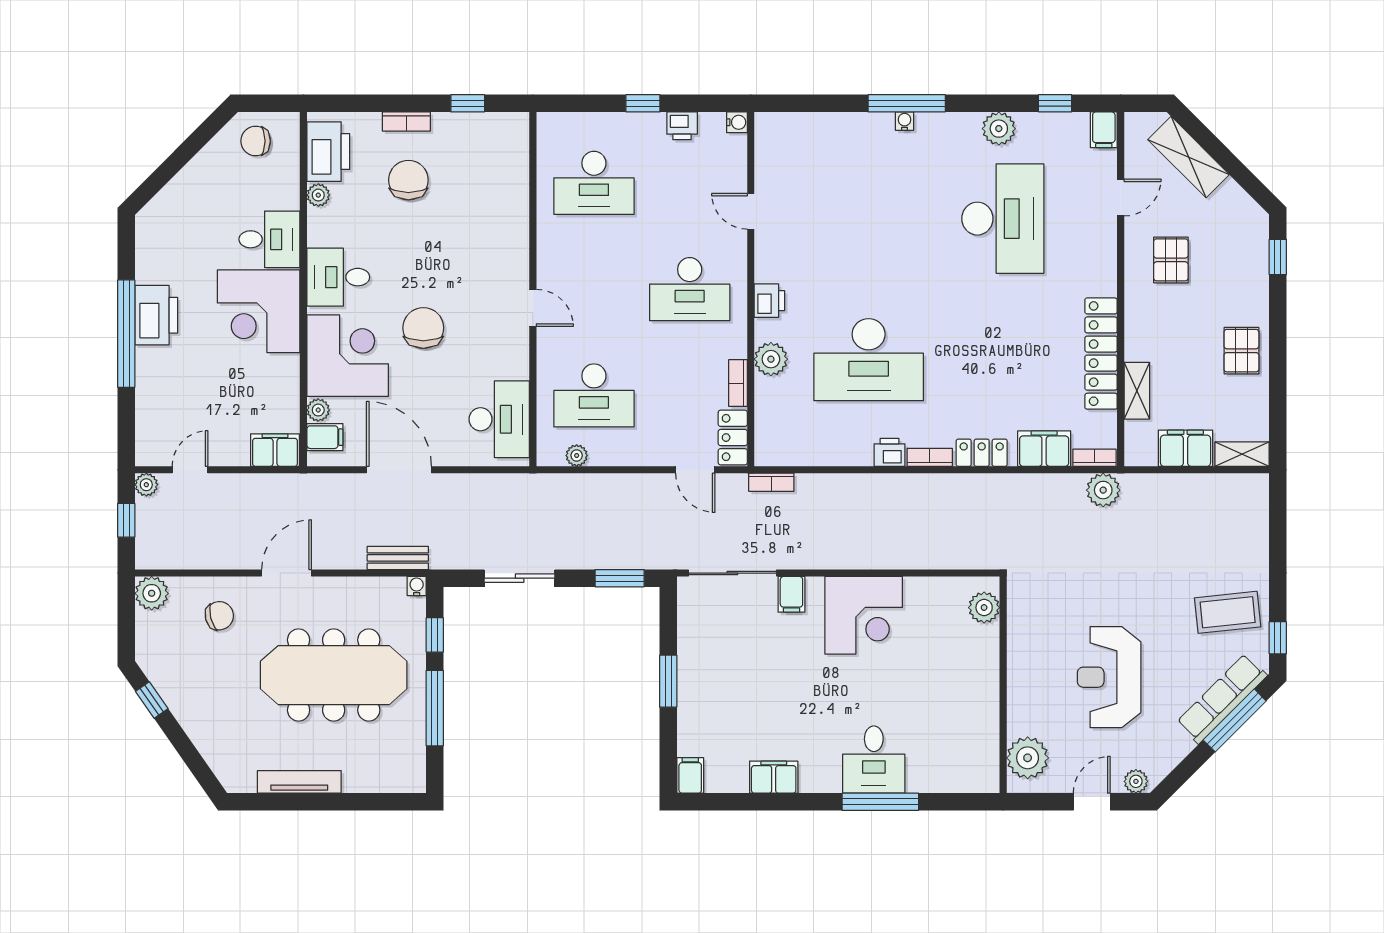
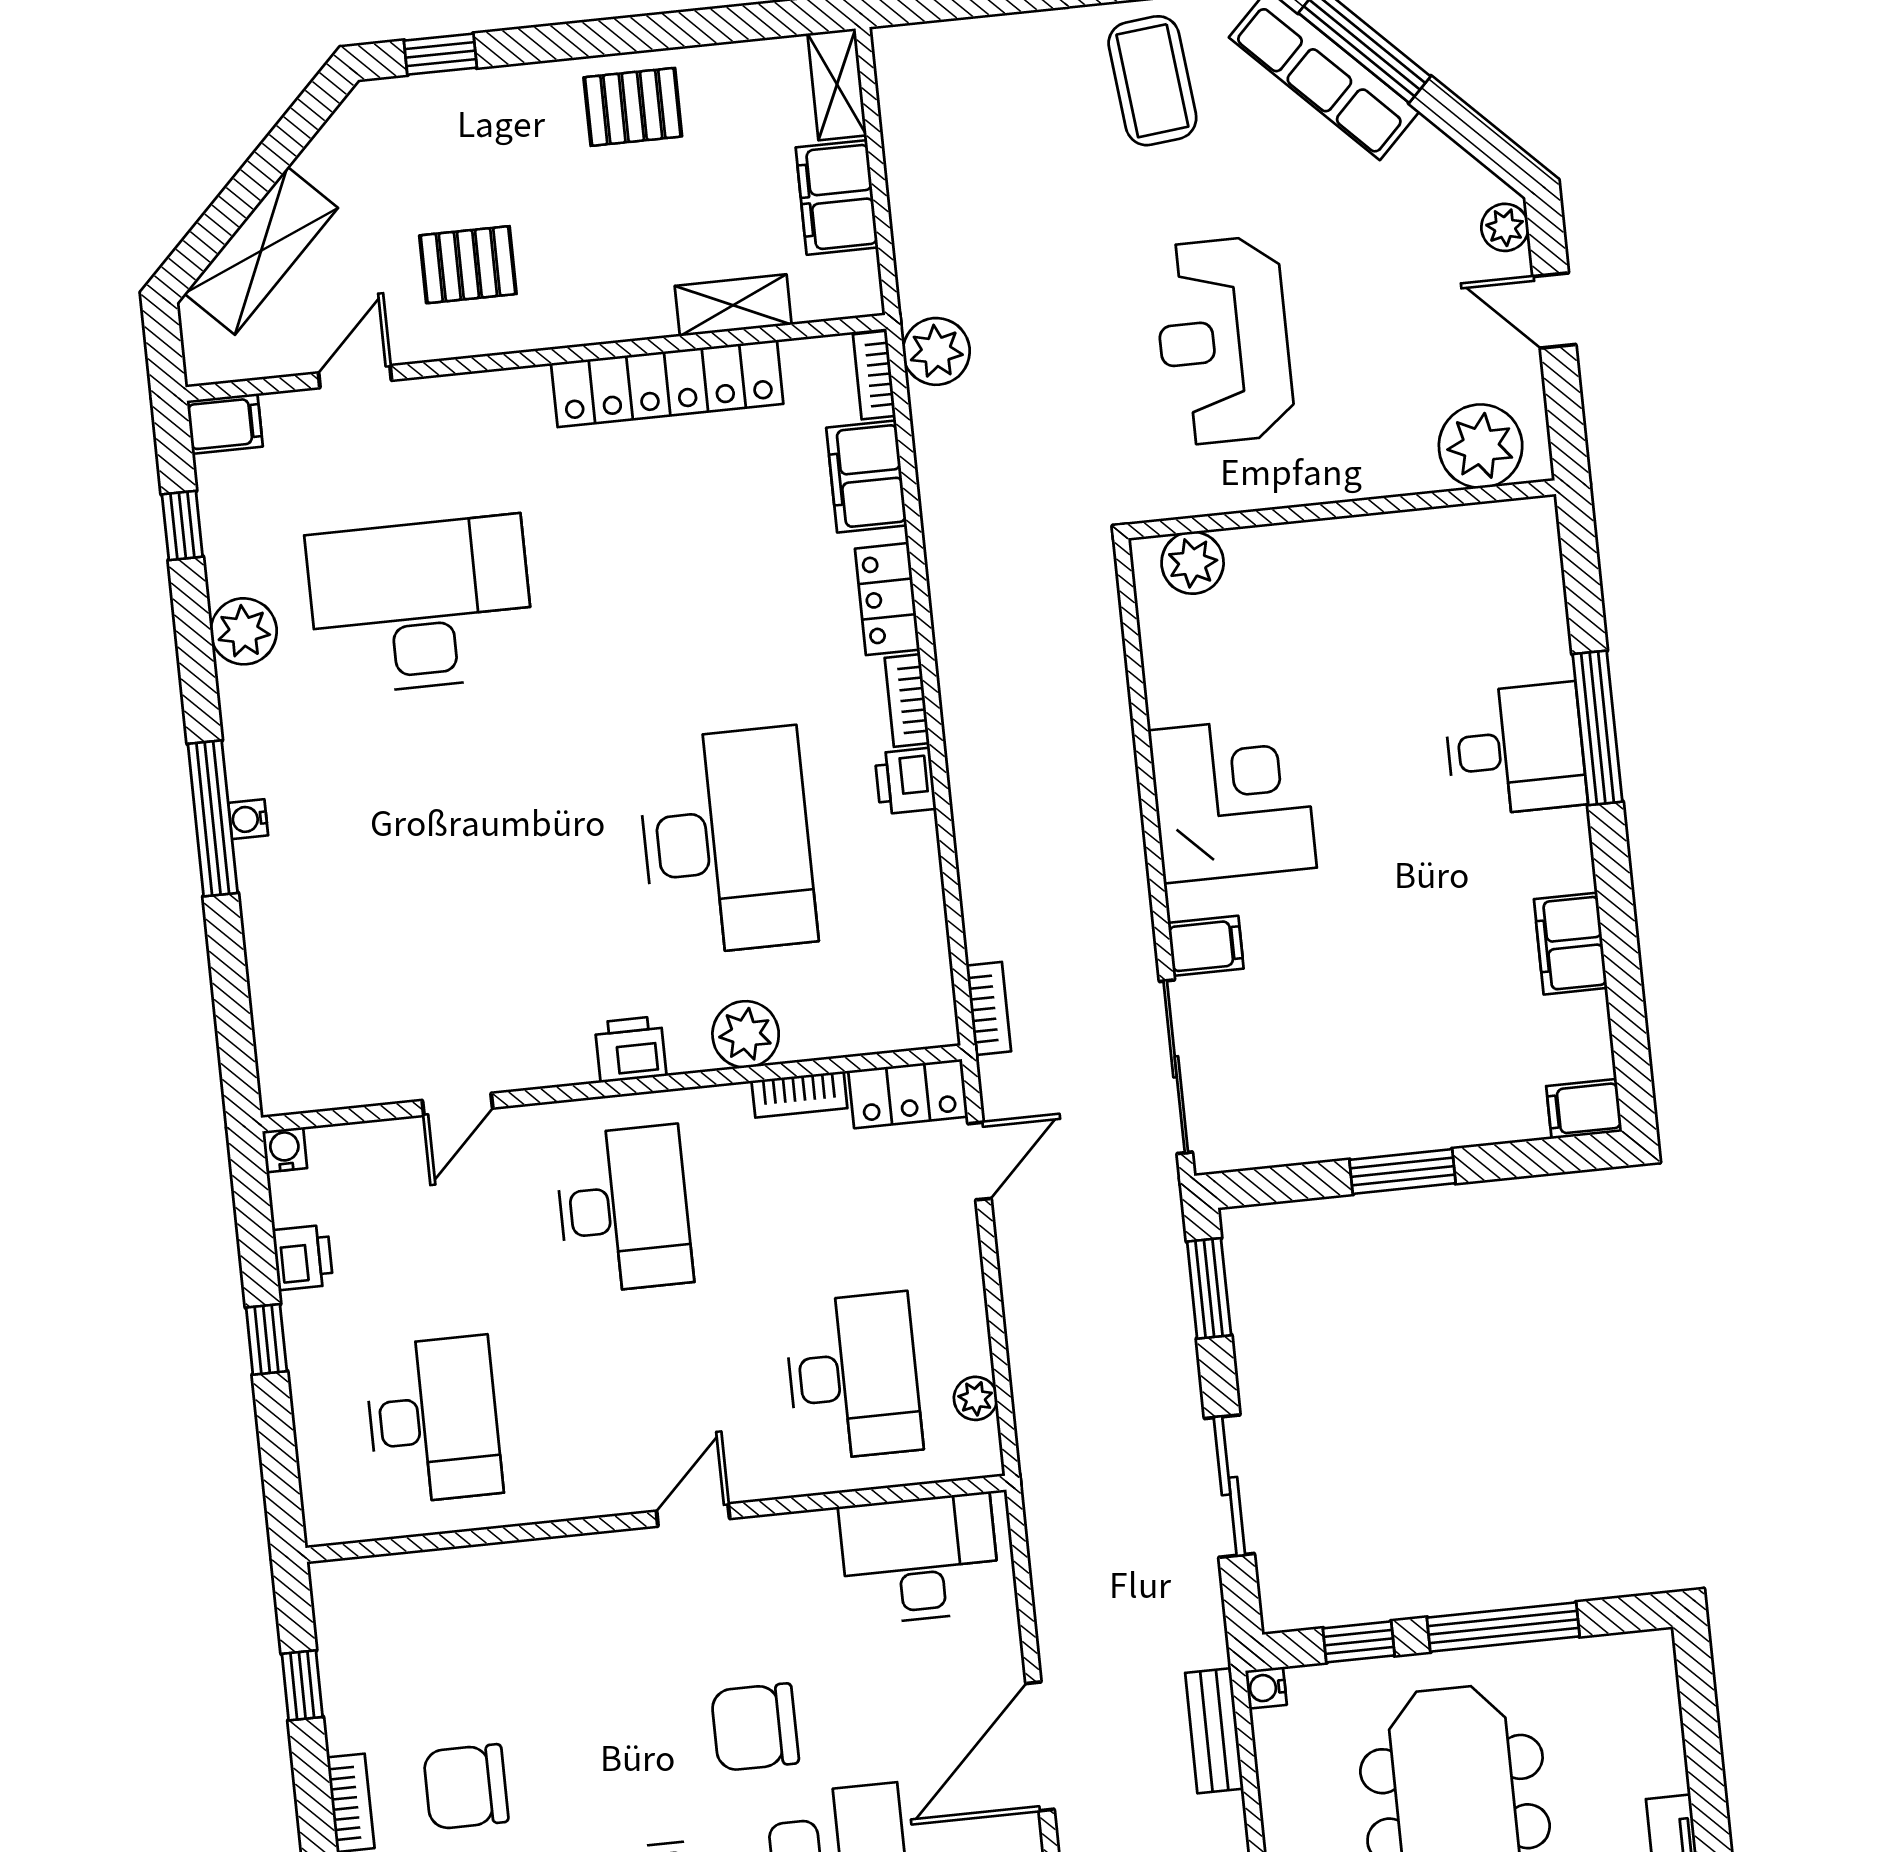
door: (1121, 198) -> (355, 377), hinge flipped
reception desk: (1109, 677) -> (1224, 341), moved, turned 90

